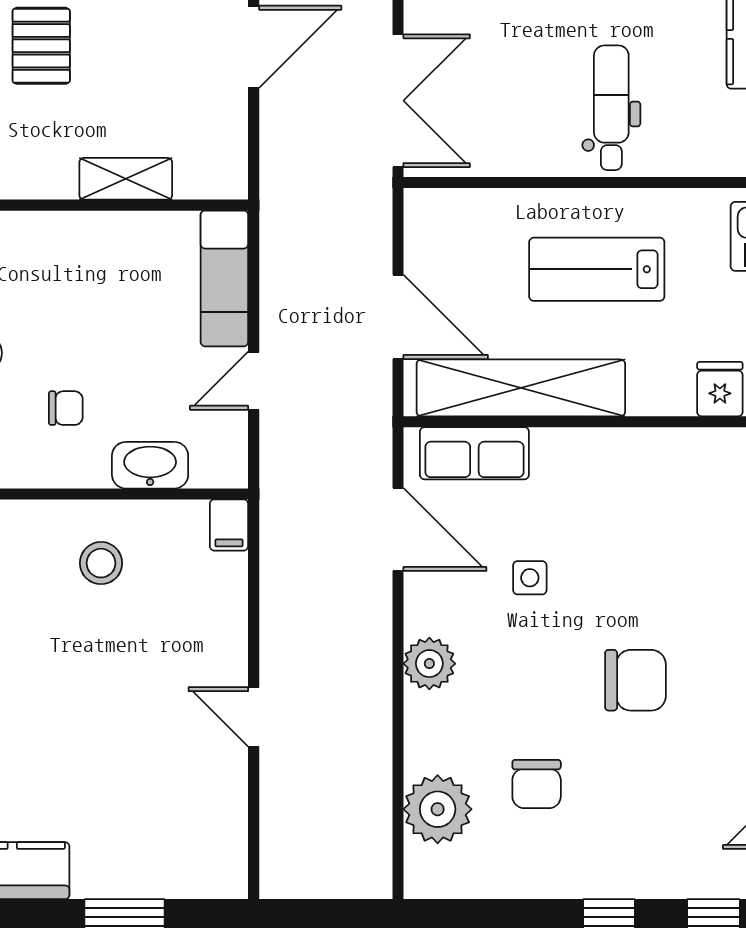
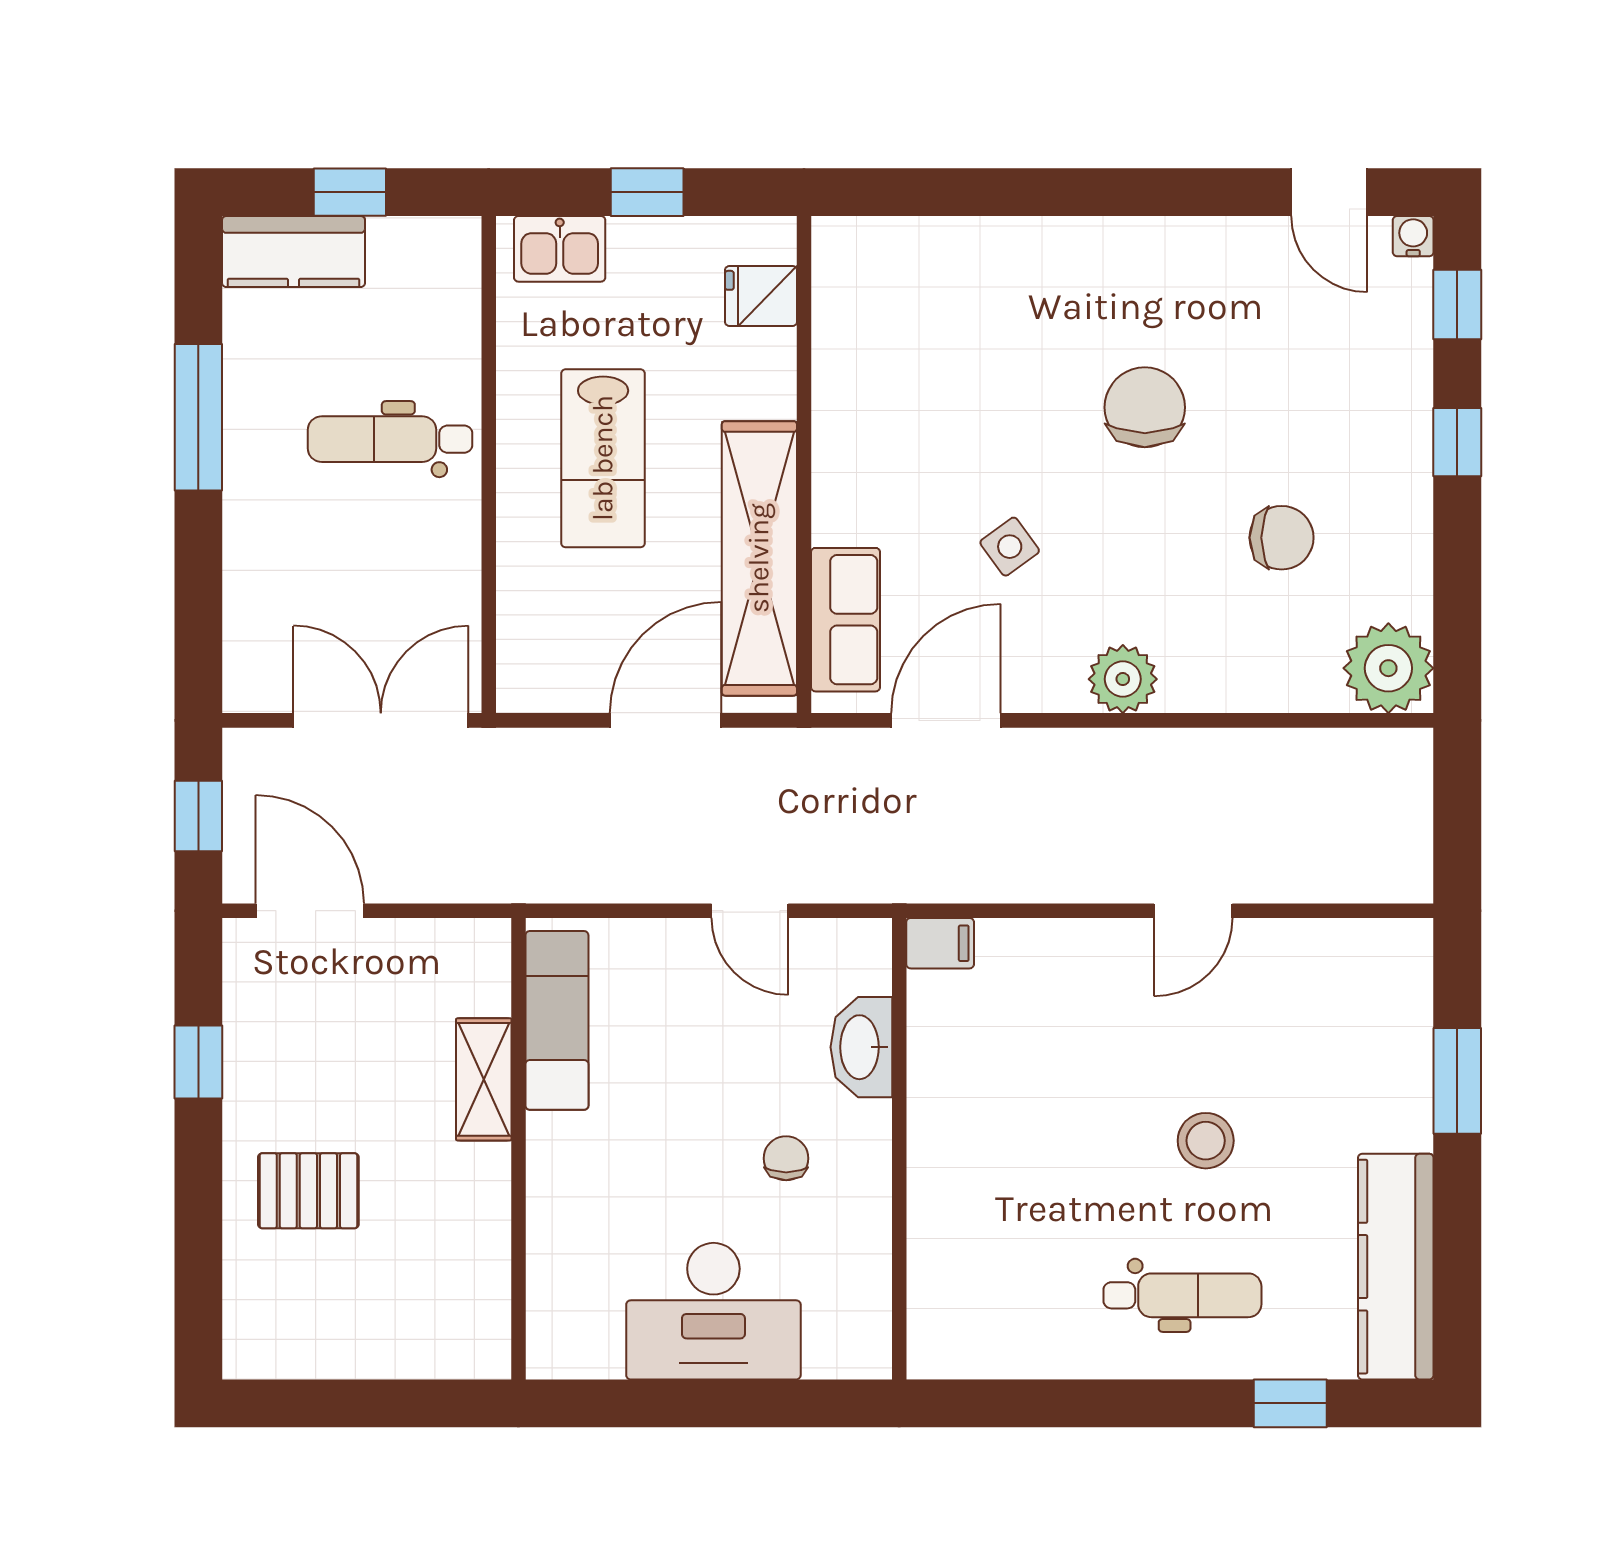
exam couch: (224, 278) -> (557, 1020), moved, turned -90
stool: (101, 563) -> (1206, 1141), moved
side table: (530, 578) -> (1010, 547), turned -36
plant: (438, 809) -> (1388, 668), moved

